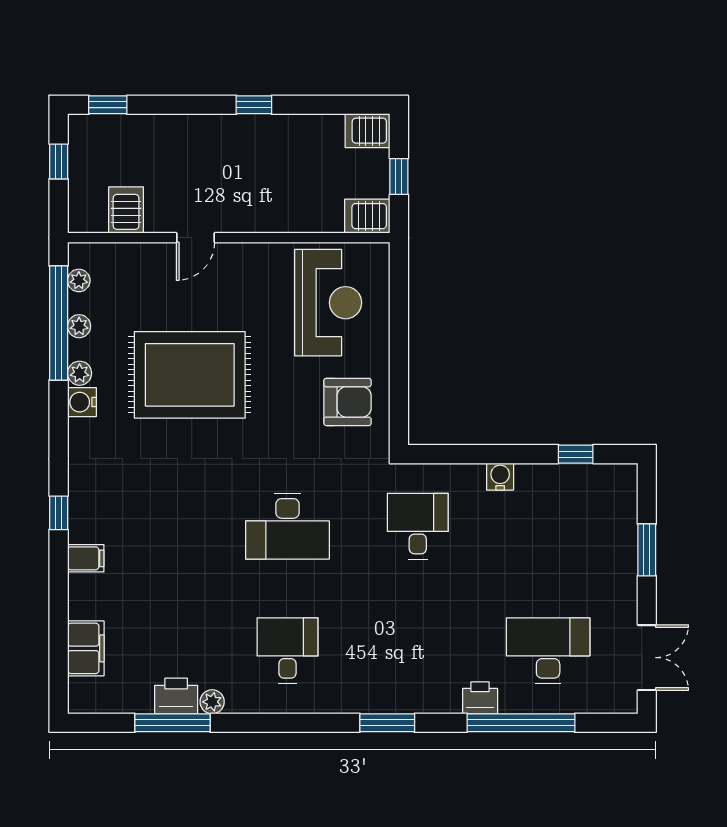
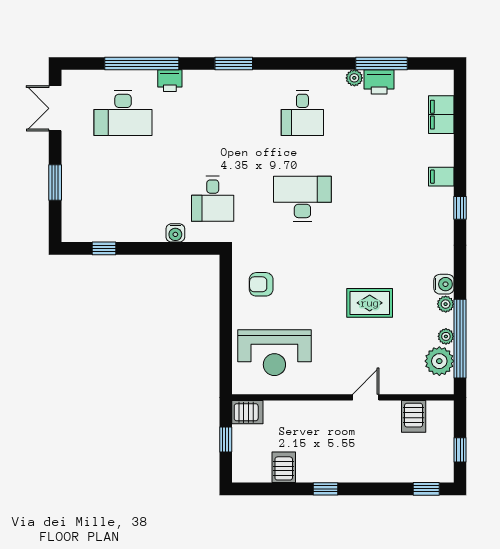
server rack: (367, 131) -> (284, 467), moved, turned -90
plant: (79, 280) -> (439, 361), width x1.88, depth x1.88
reception desk: (328, 303) -> (274, 353), turned -90
rug: (190, 375) -> (370, 303), width x0.54, depth x0.49
armchair: (348, 402) -> (261, 284), width x0.72, depth x0.72
water cooler: (500, 477) -> (175, 233), moved

